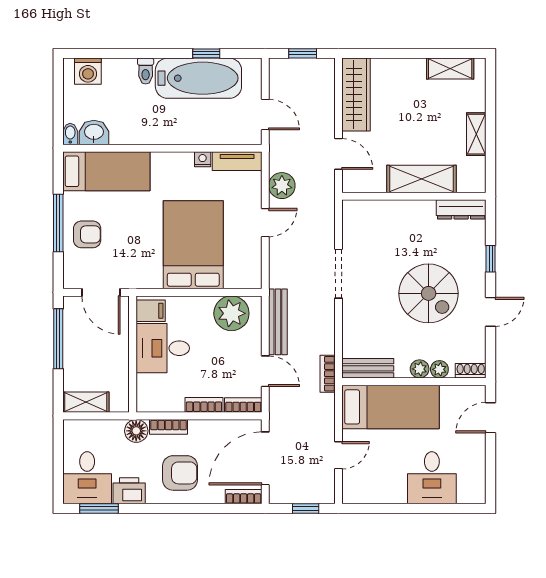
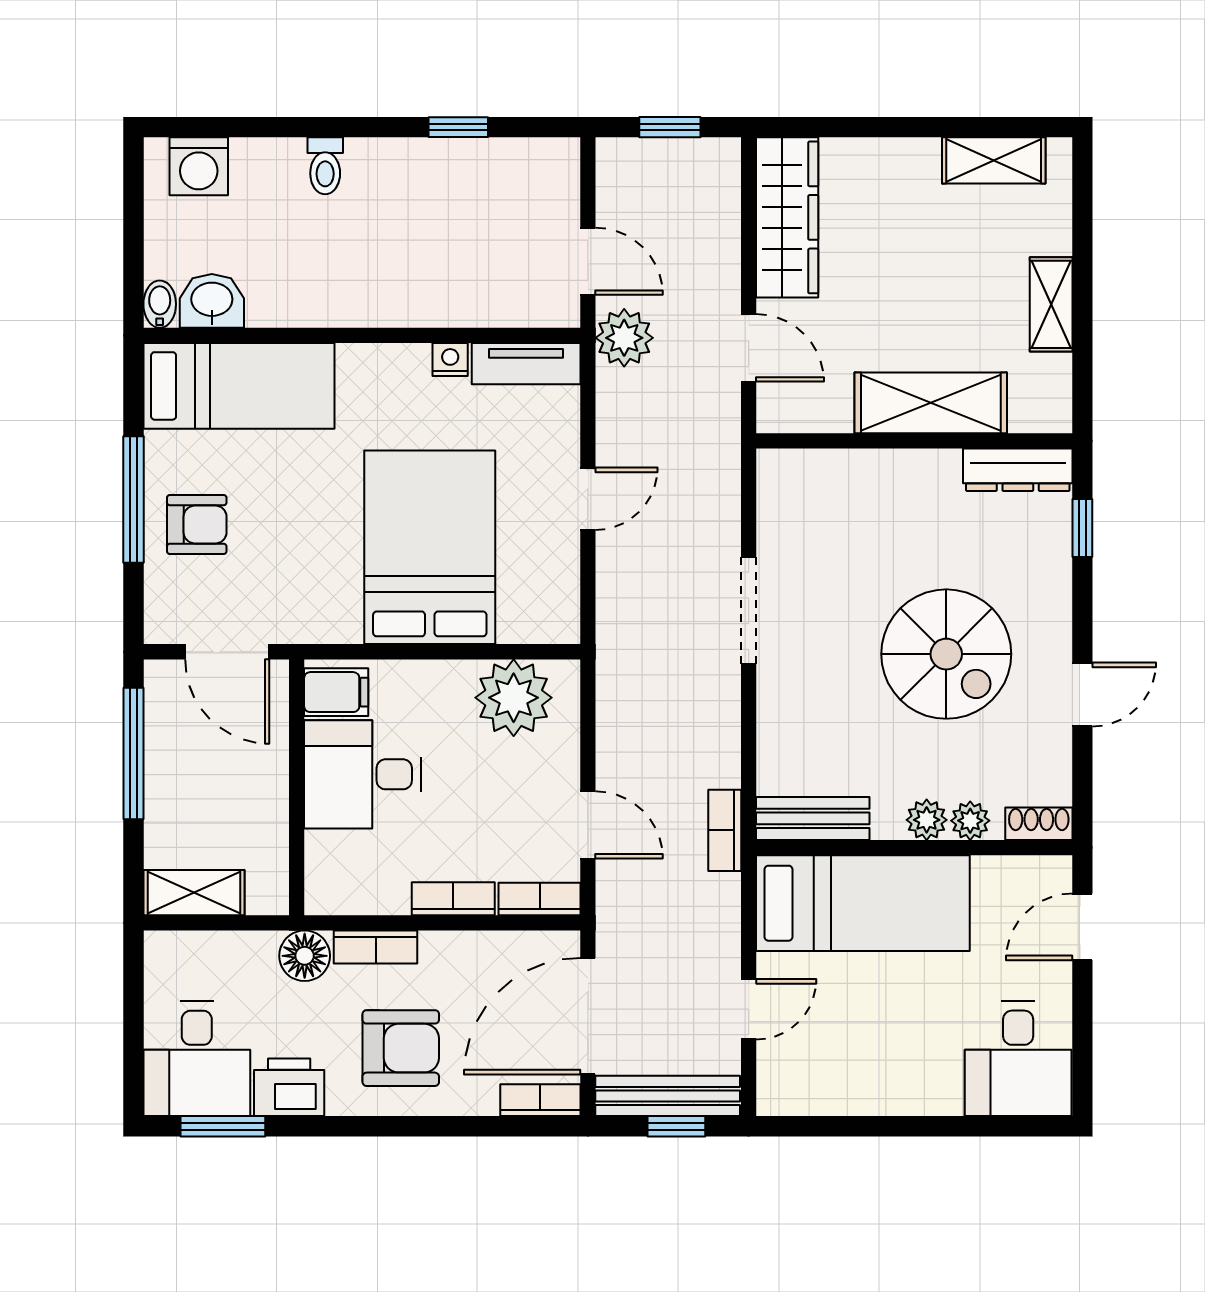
bathtub: (198, 78) -> (441, 182), removed
plant: (282, 186) -> (624, 338), moved
window: (491, 259) -> (1082, 528), moved
bench: (278, 322) -> (668, 1096), moved, turned 90
desk: (432, 478) -> (1018, 1059), moved

